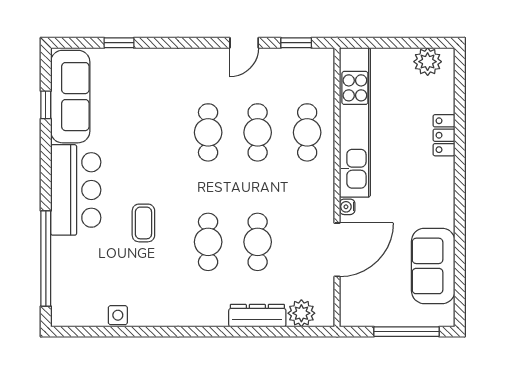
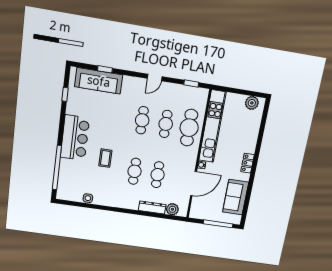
door: (244, 43) -> (155, 78), moved
sofa: (70, 97) -> (99, 81), moved, turned 90
cafe table: (307, 132) -> (189, 128), width x1.37, depth x1.35
locker: (444, 135) -> (248, 163), moved

